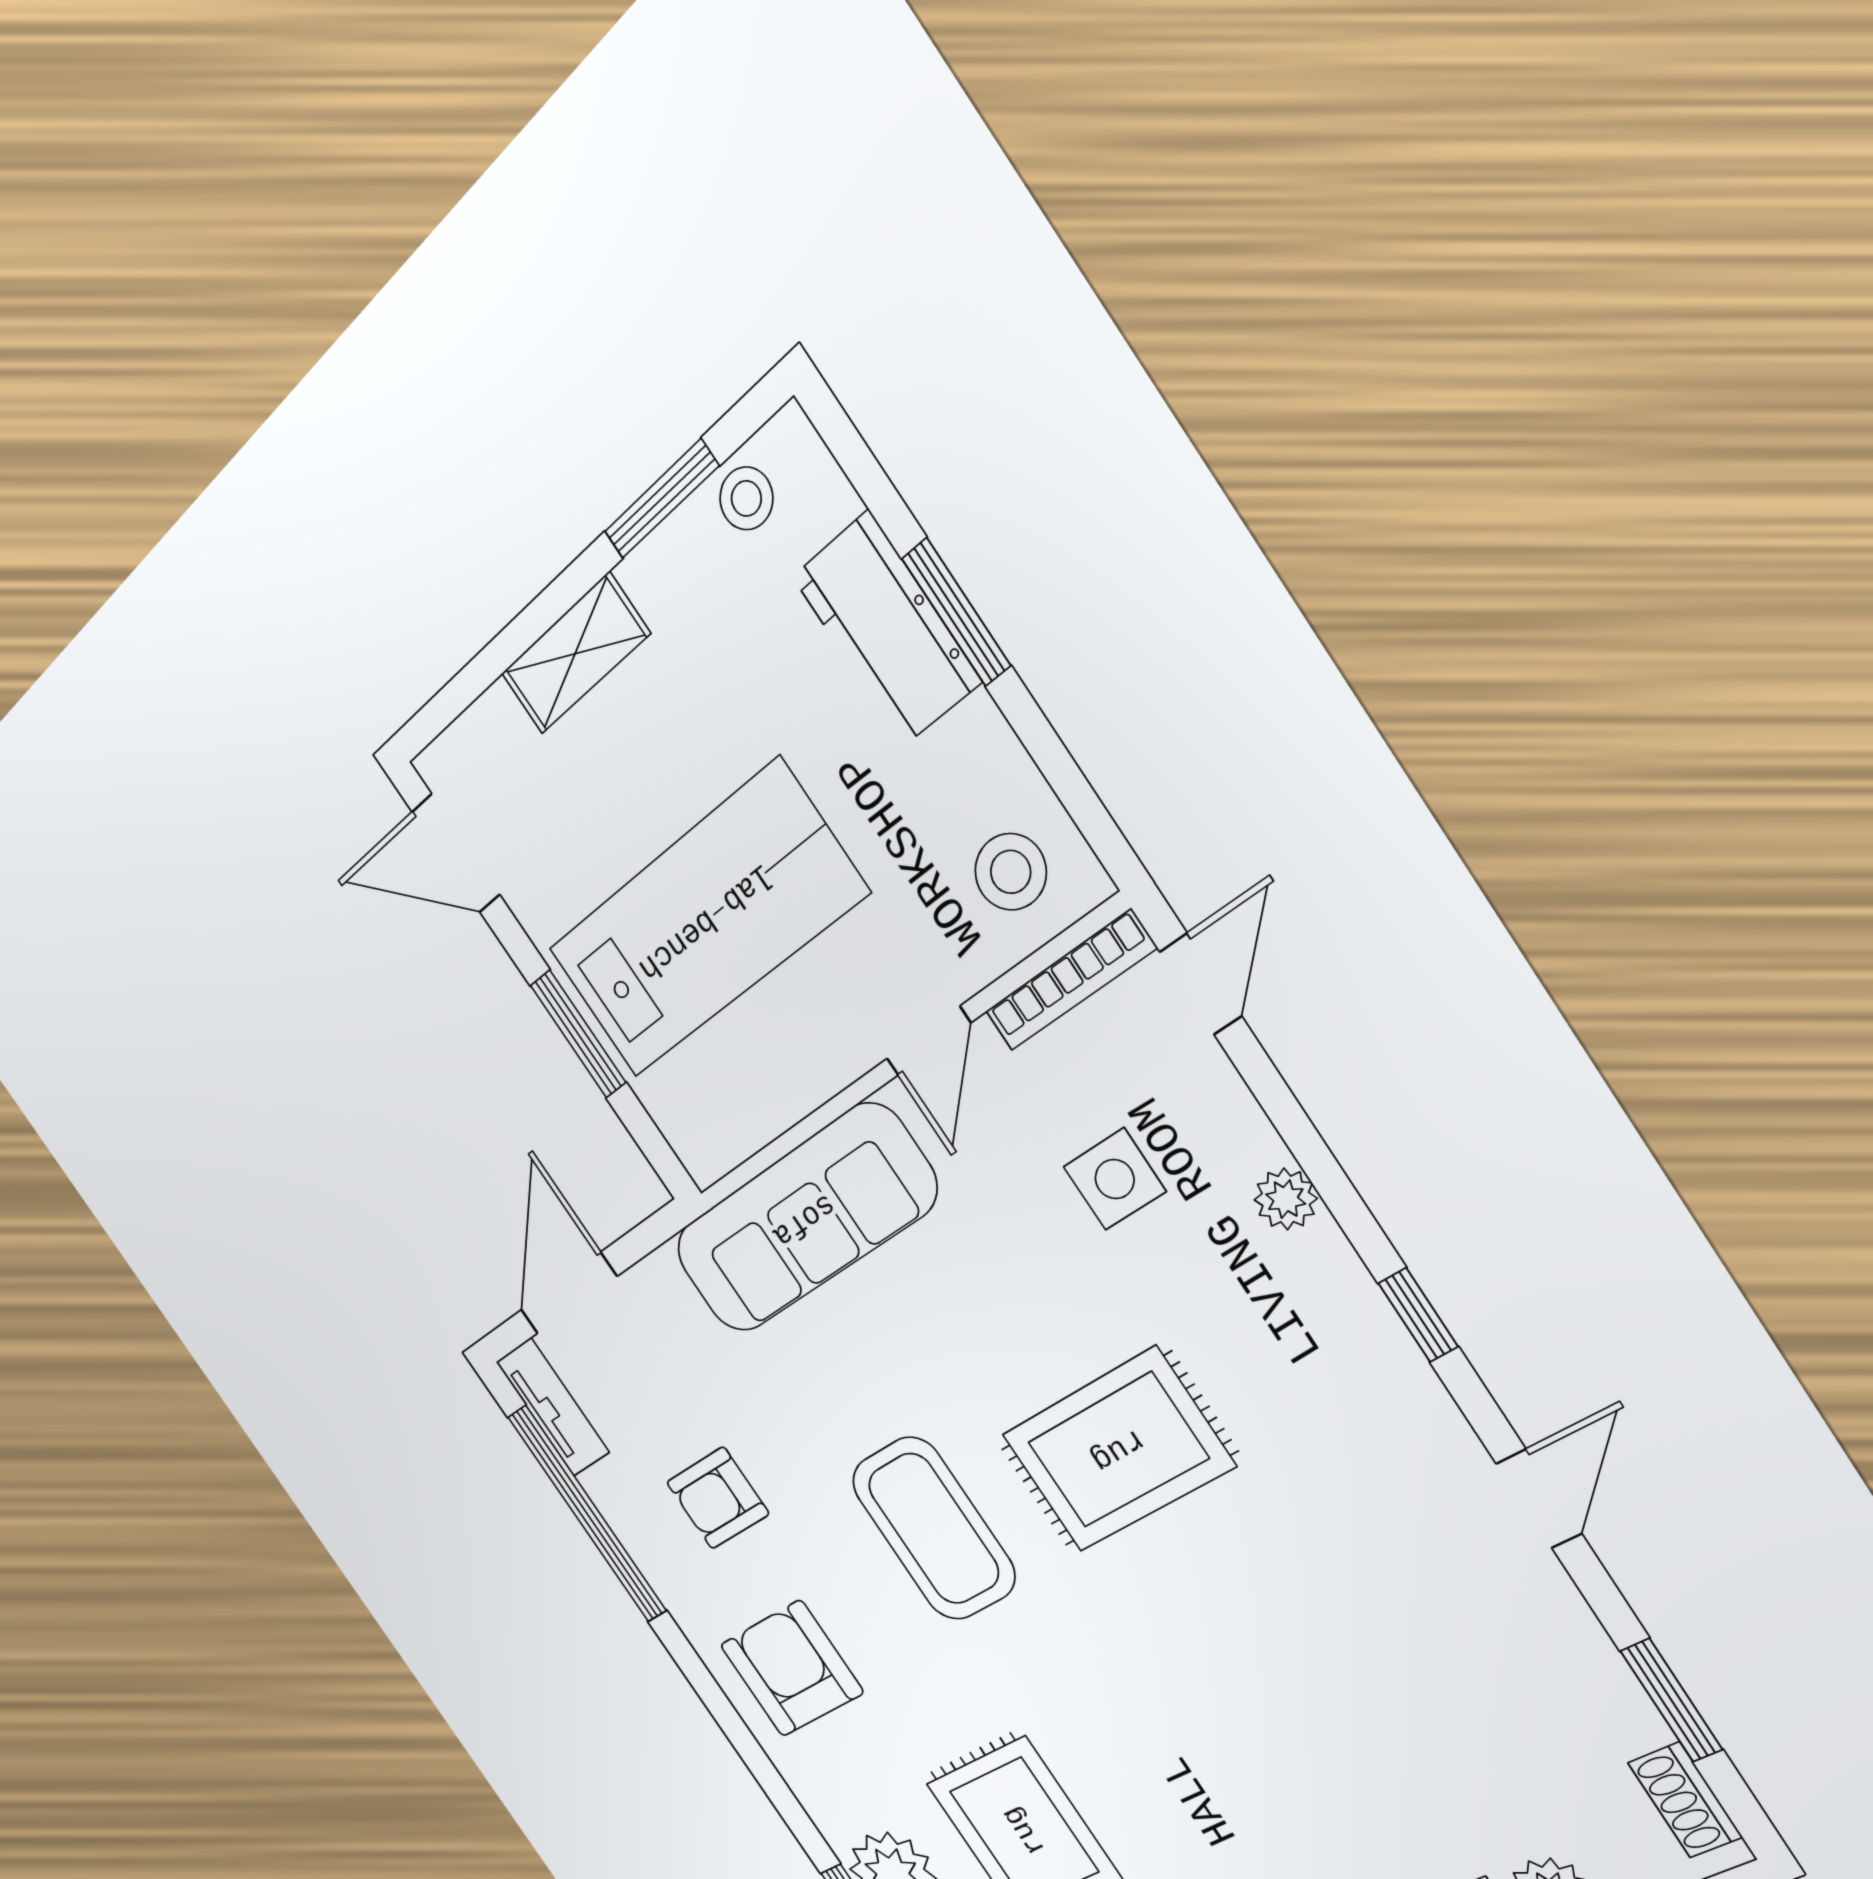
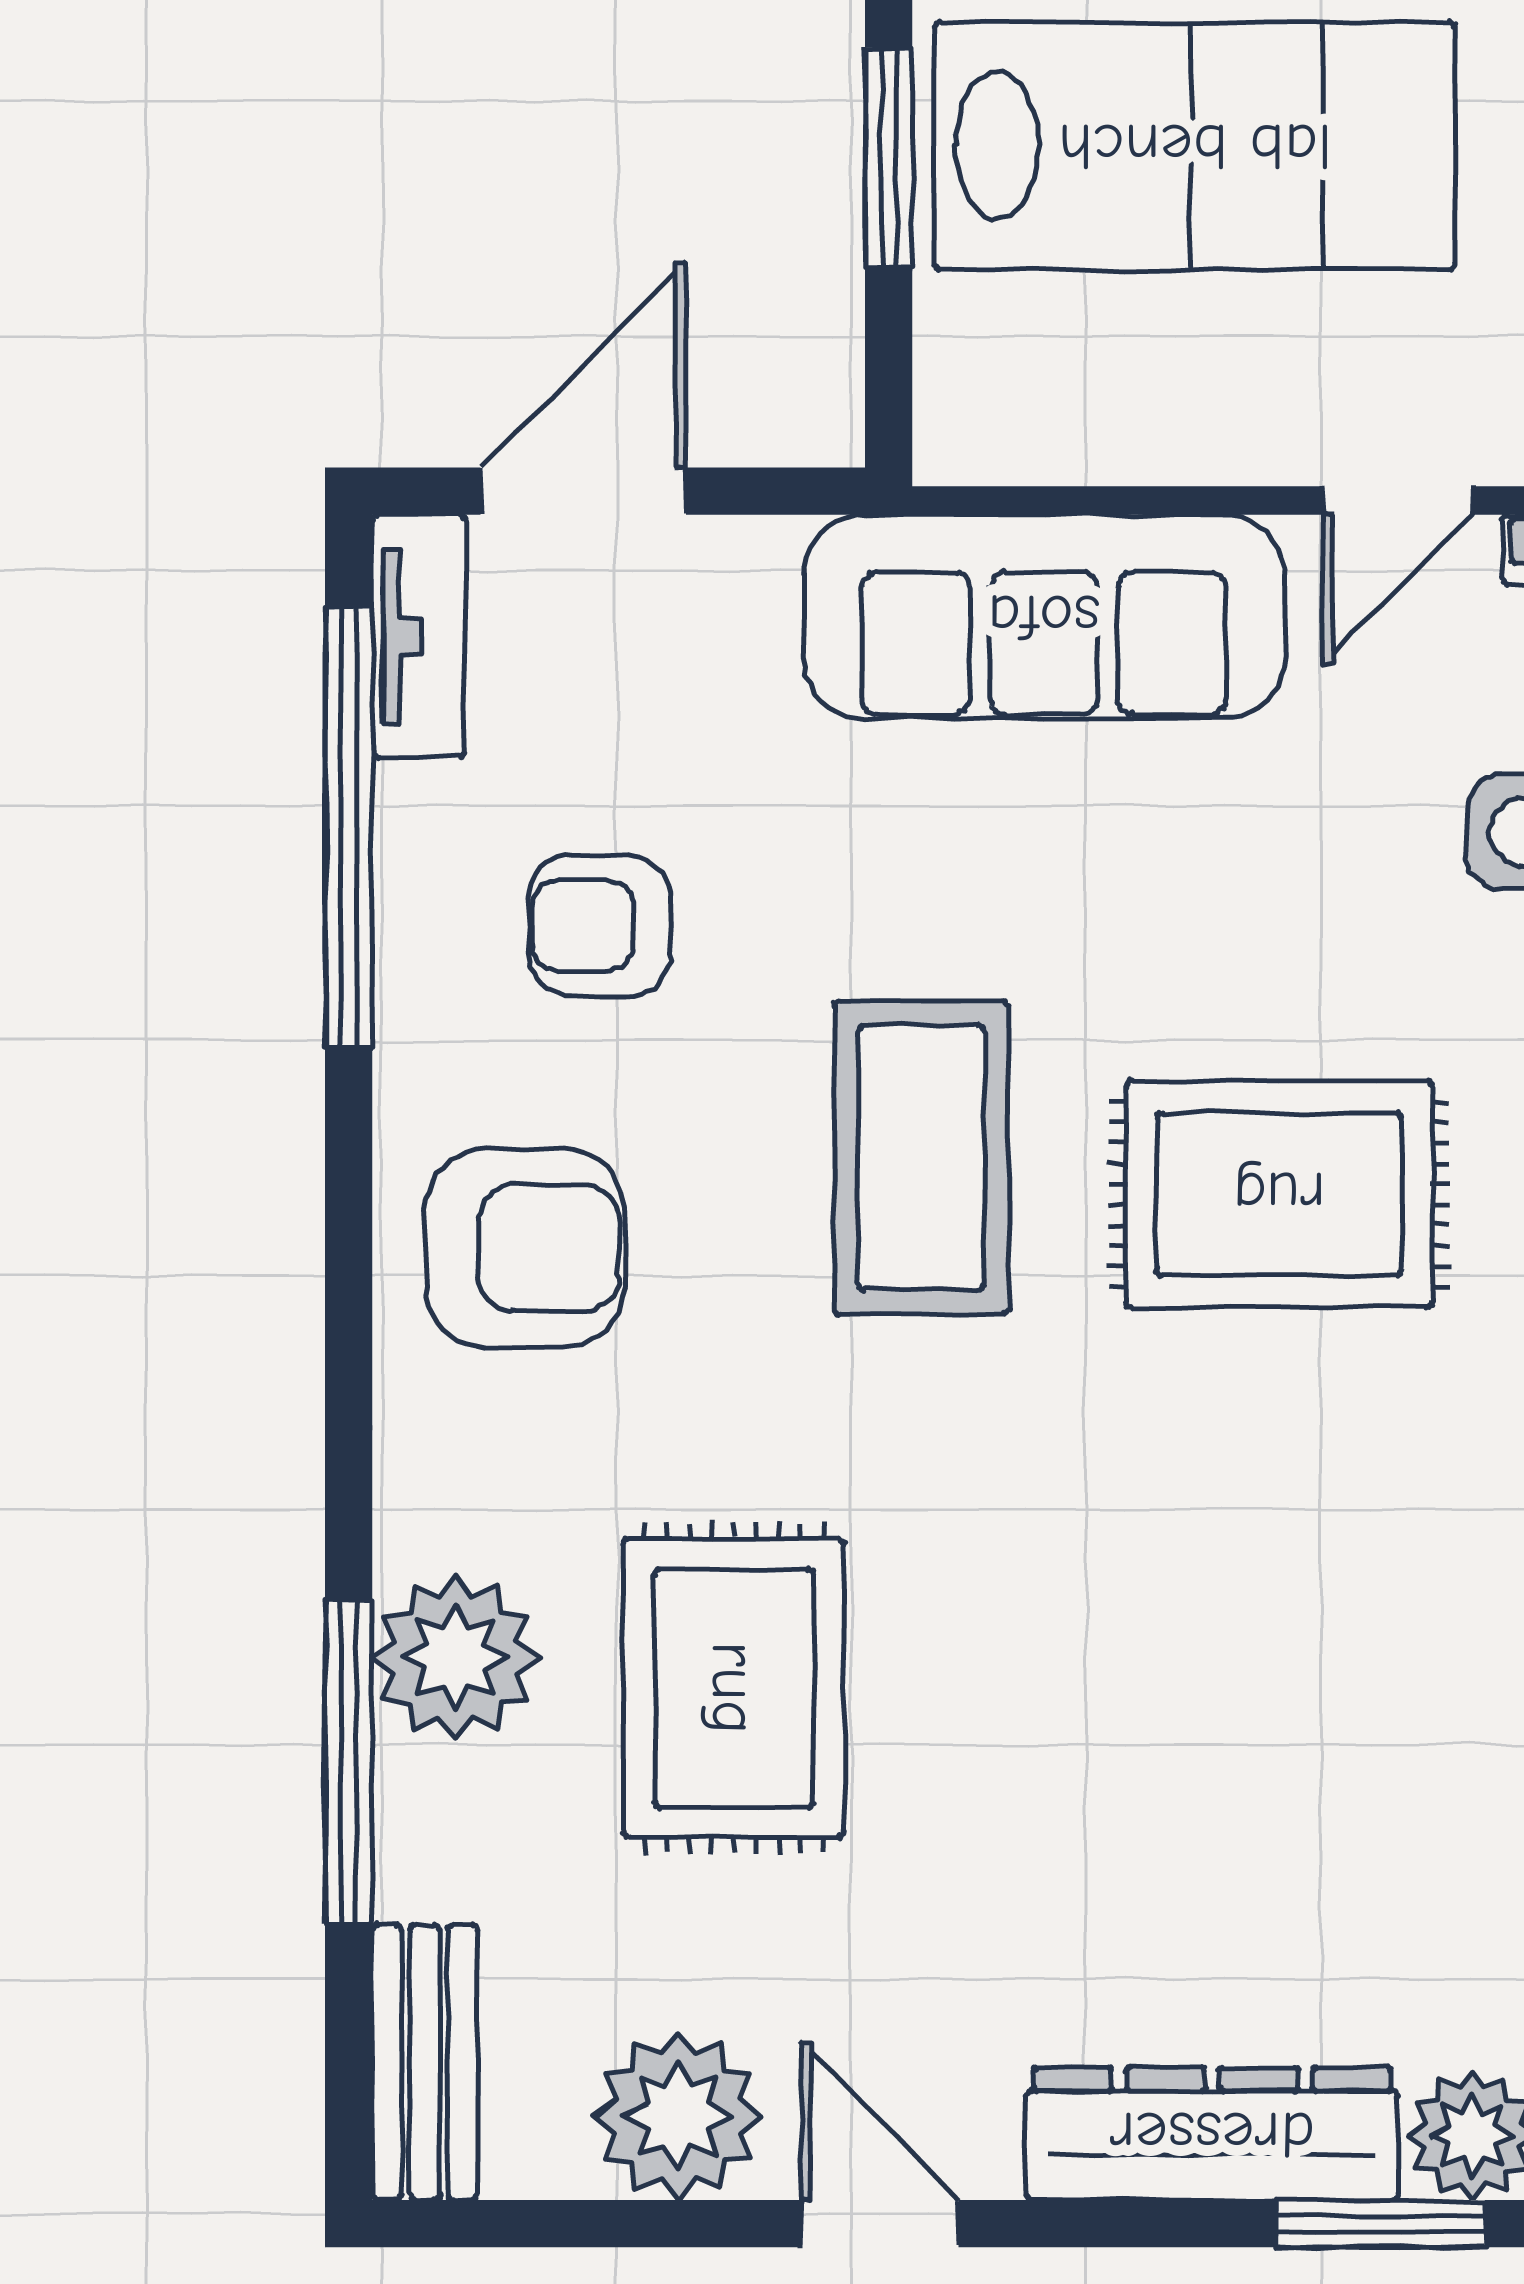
armchair: (792, 1669) -> (525, 1248), turned 90

